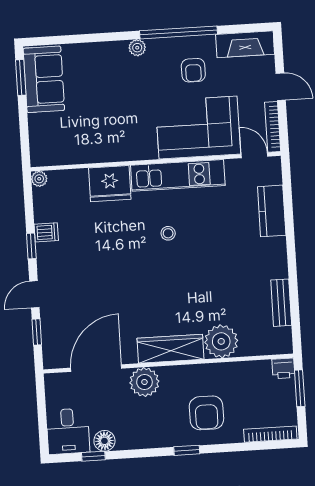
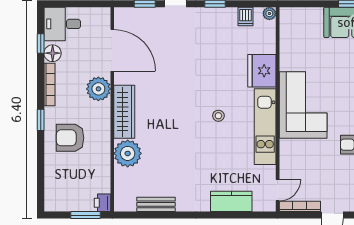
corner sofa: (198, 128) -> (303, 105), moved
dishwasher: (46, 232) -> (246, 16), moved
bookcase: (270, 434) -> (50, 85), moved

